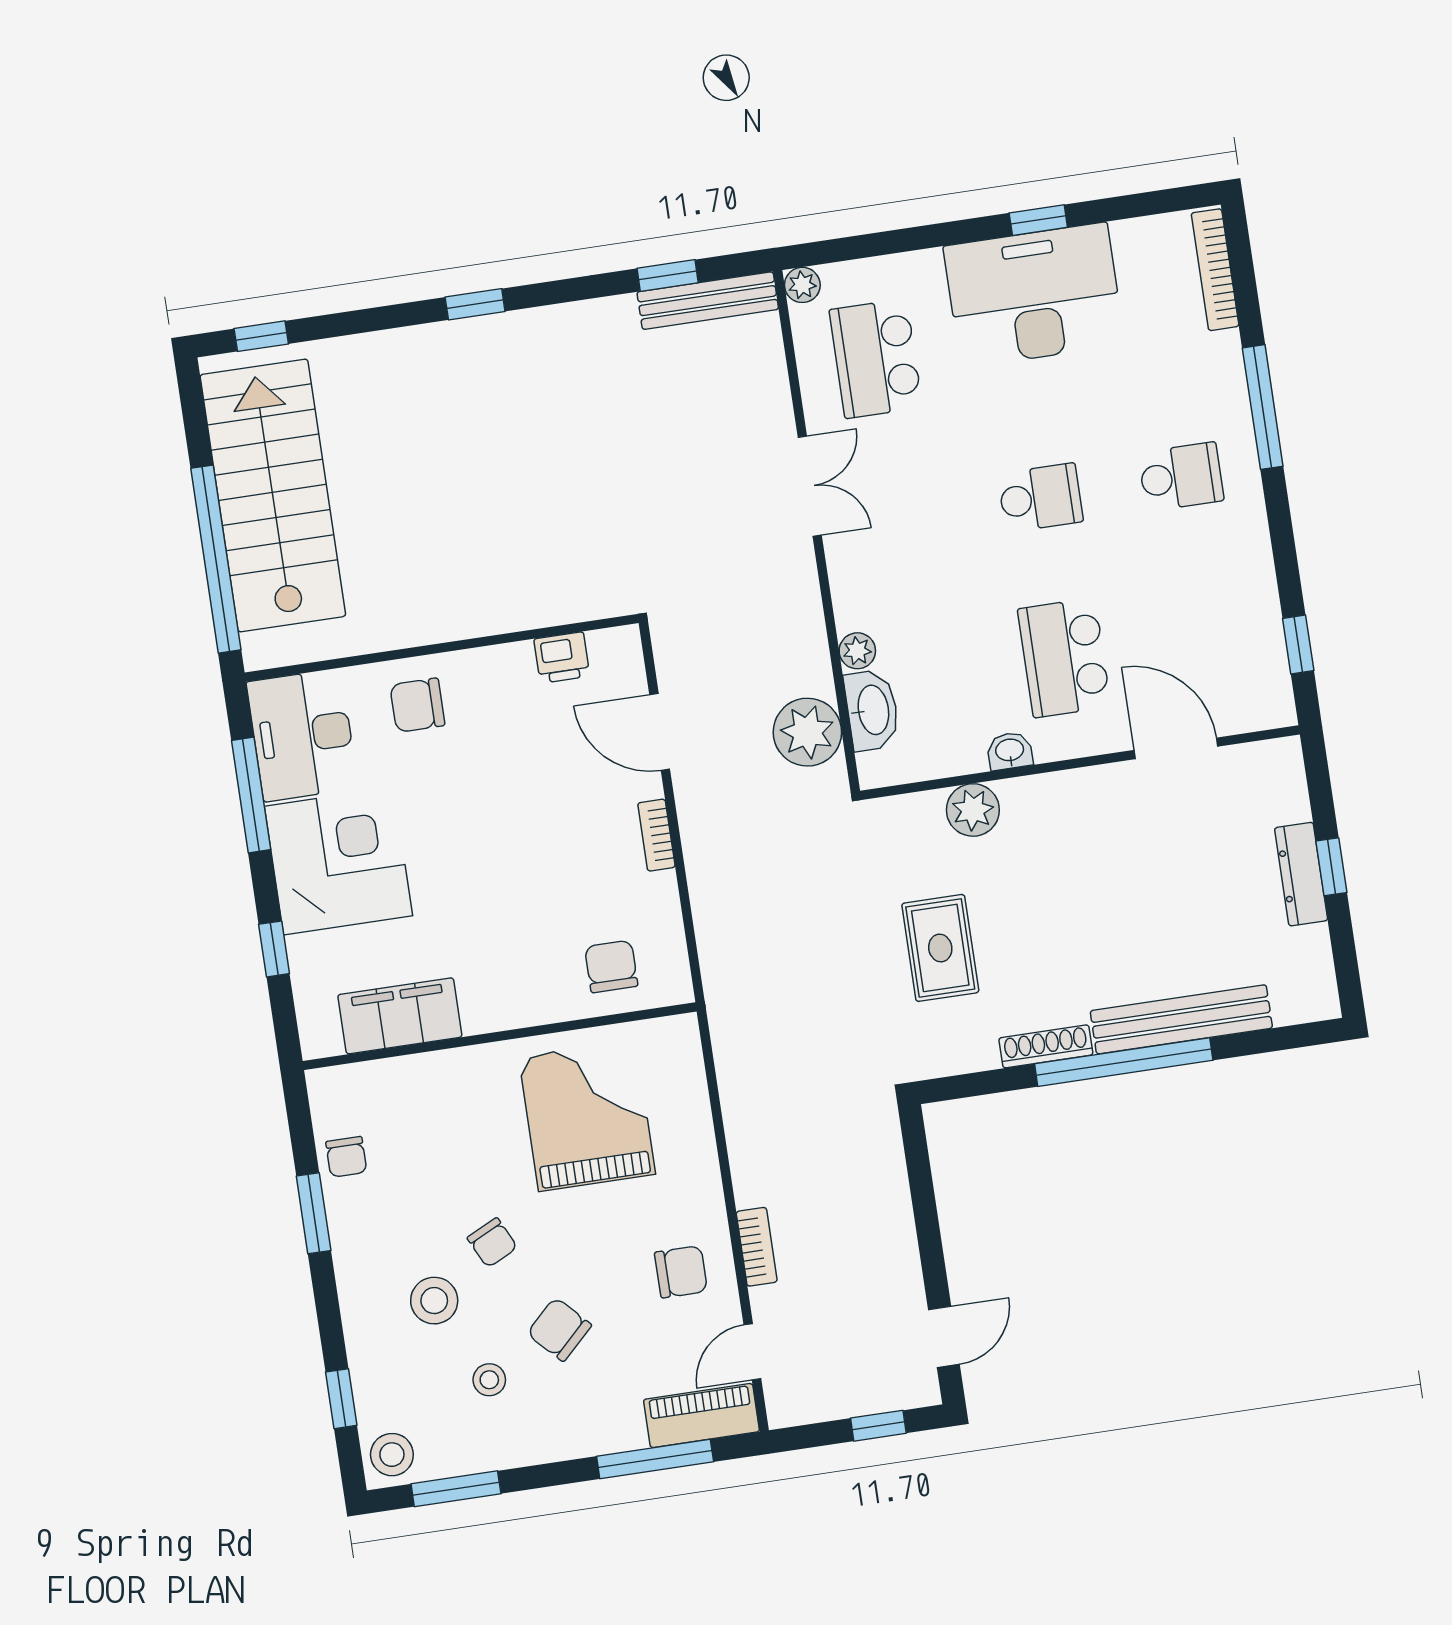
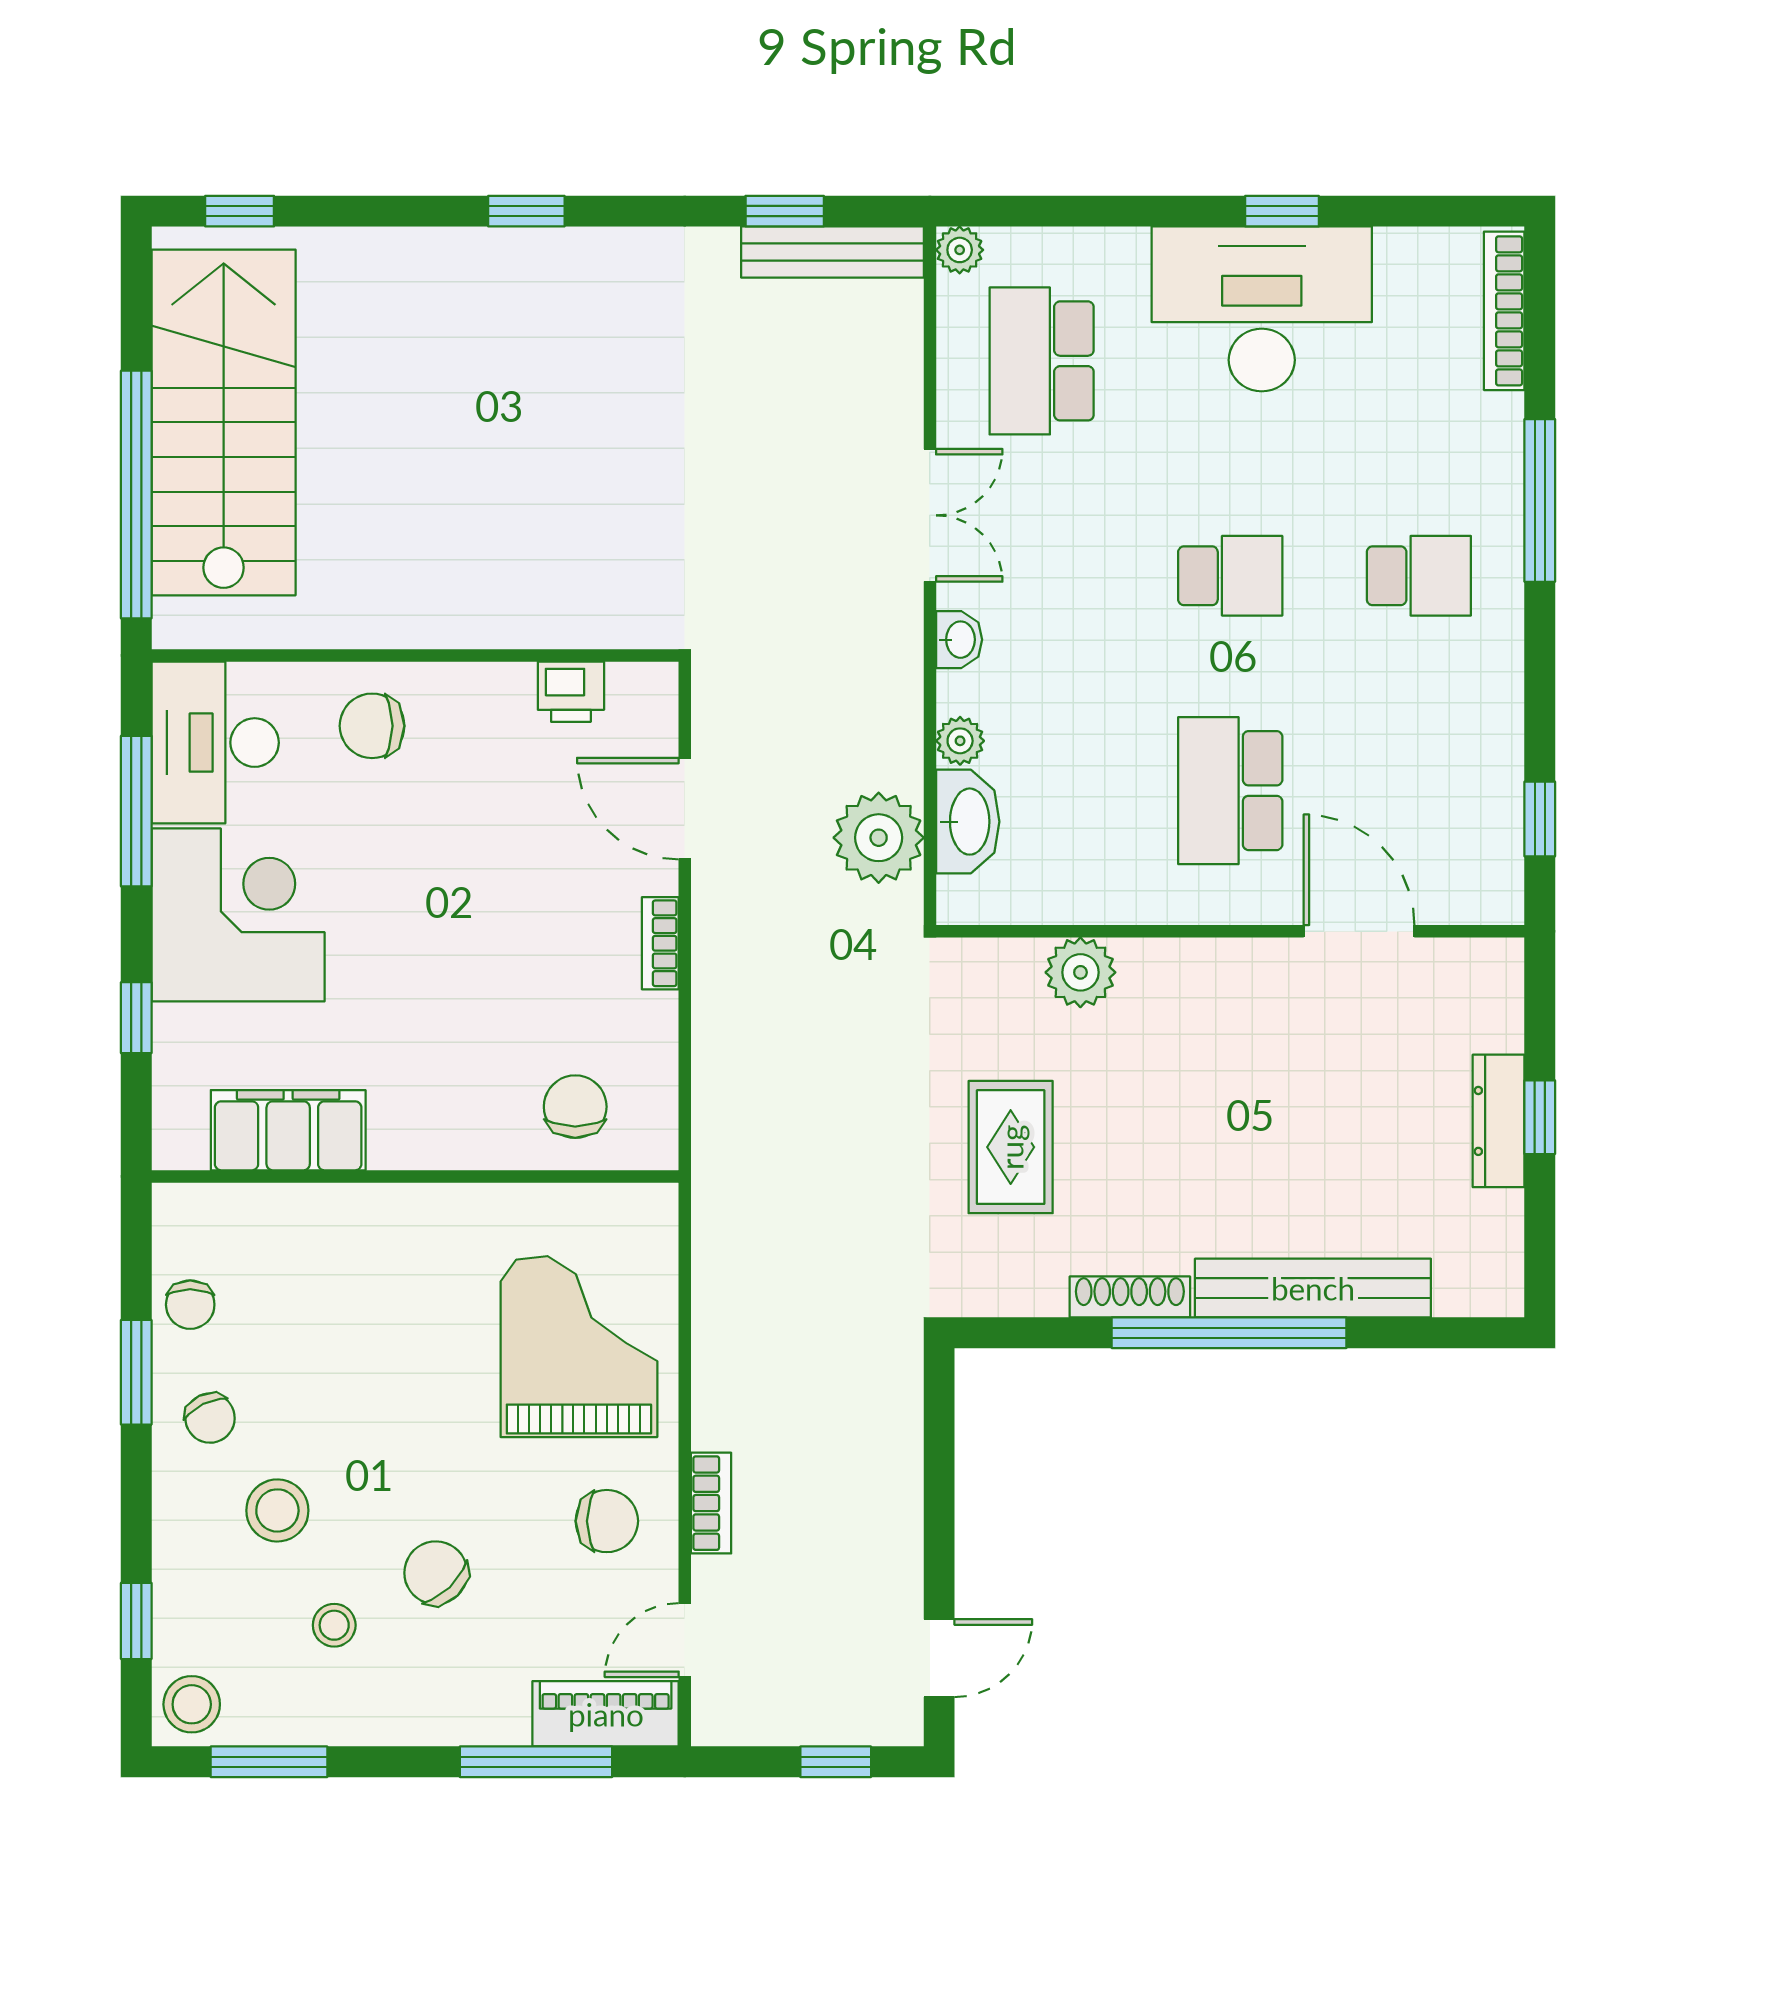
washbasin: (1010, 751) -> (959, 640), moved, turned 90
grand piano: (587, 1116) -> (579, 1347), moved
chair: (492, 1243) -> (210, 1418), moved

